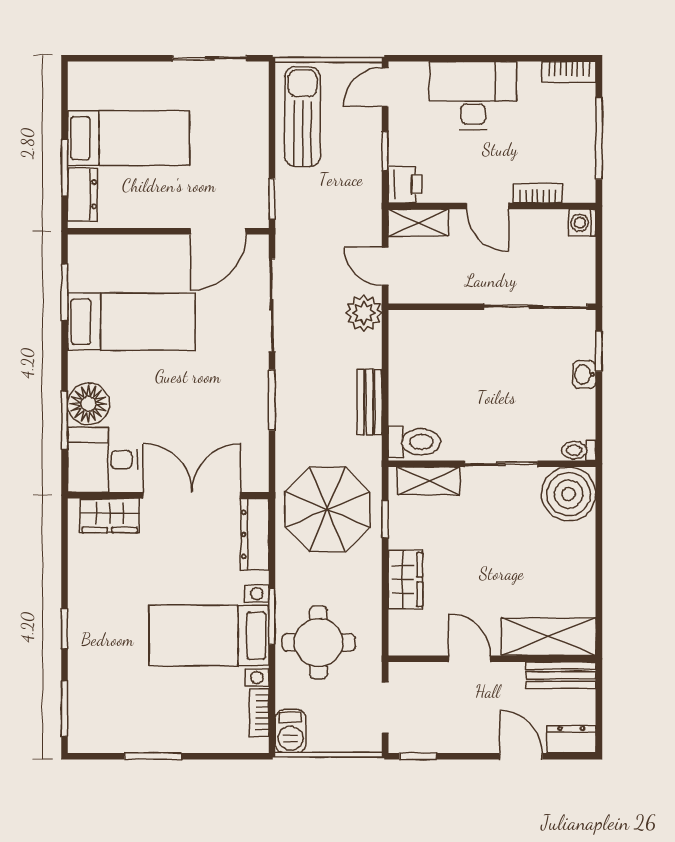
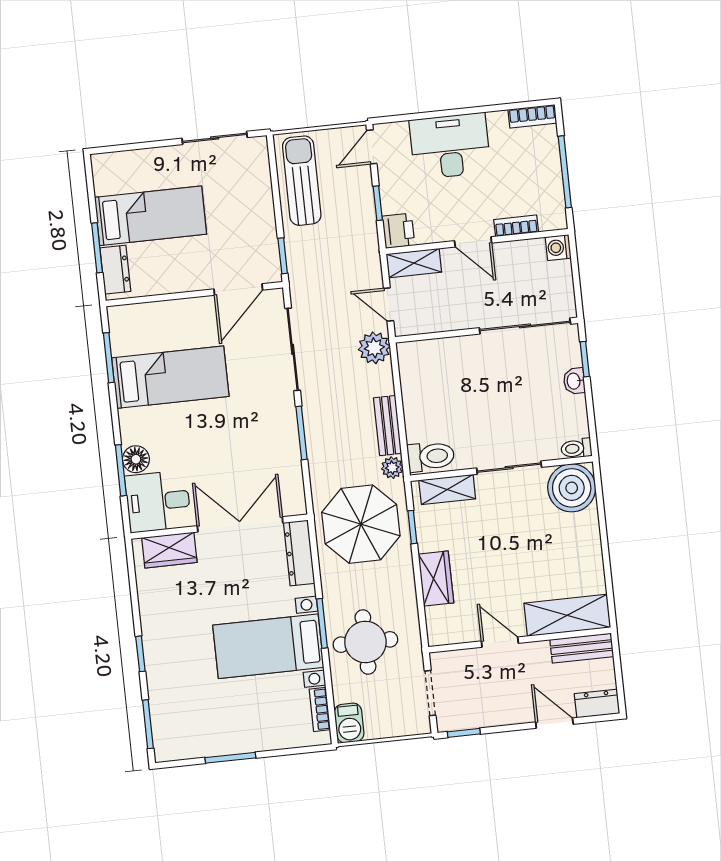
floor lamp: (88, 404) -> (136, 459), width x0.73, depth x0.73
plant: (370, 450) -> (392, 468), added

